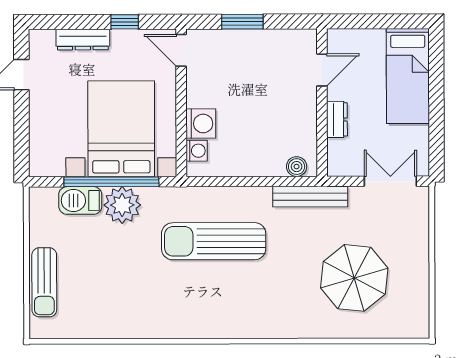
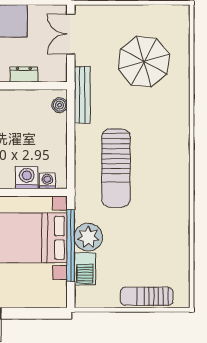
sun lounger: (44, 282) -> (147, 296), turned 180

